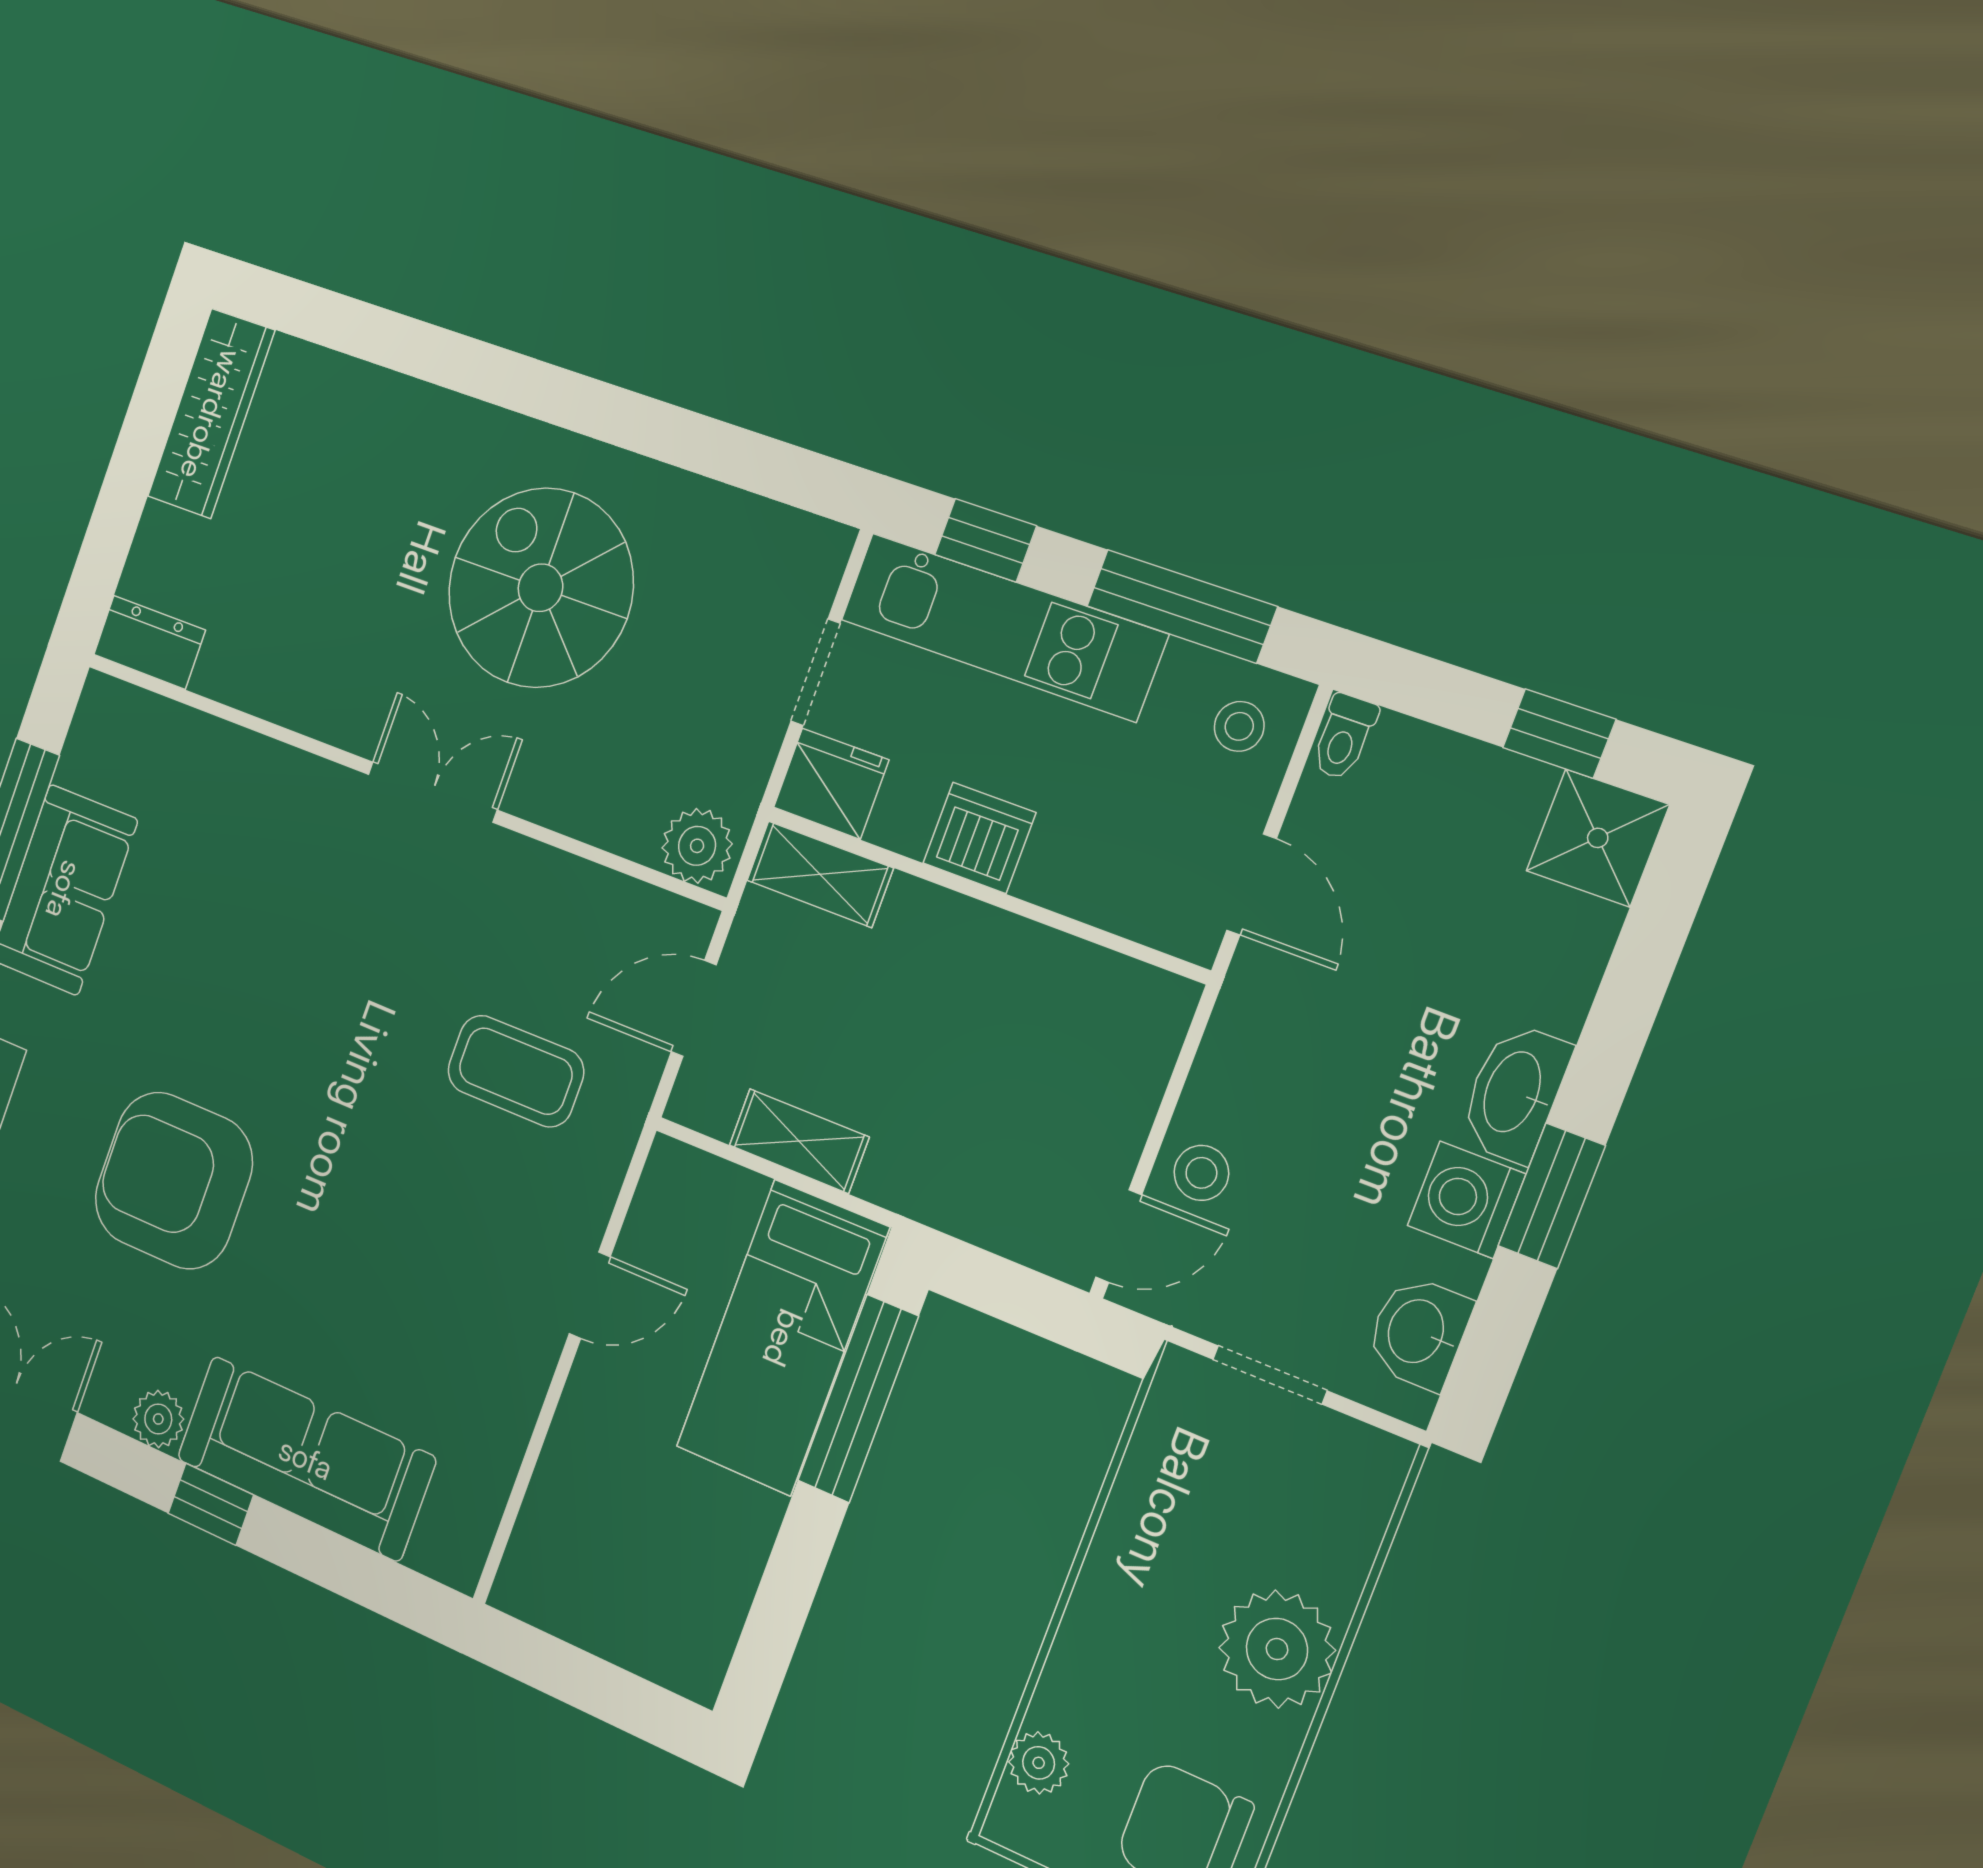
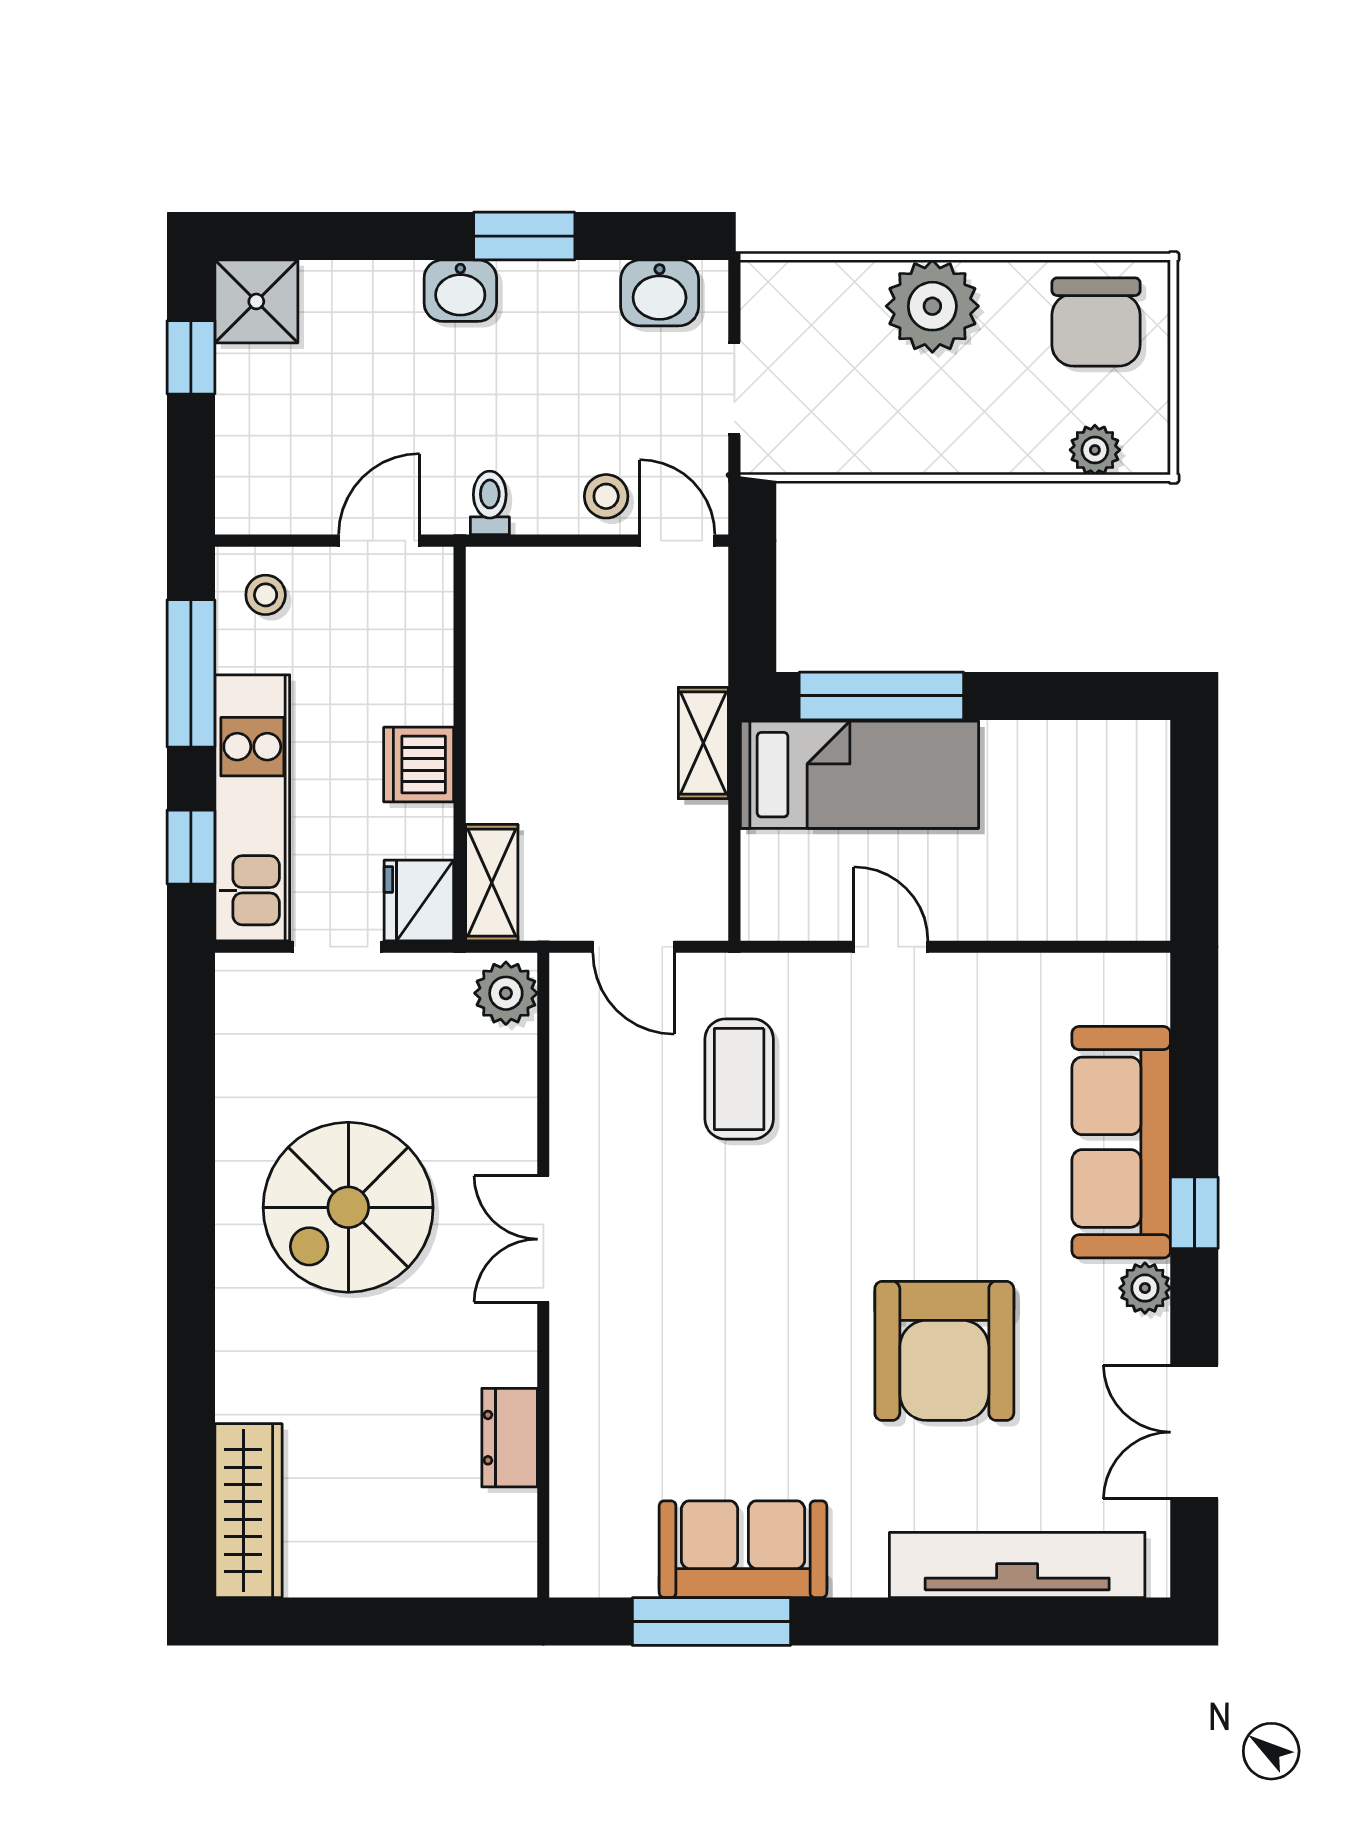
wardrobe: (211, 414) -> (248, 1511), moved, turned 90
dresser: (149, 642) -> (510, 1438), moved
toilet: (1344, 737) -> (490, 503), moved, turned -90
washbasin: (1514, 1093) -> (460, 291), width x0.72
shelving: (799, 1141) -> (703, 743), moved
washing machine: (1467, 1200) -> (550, 295), removed

